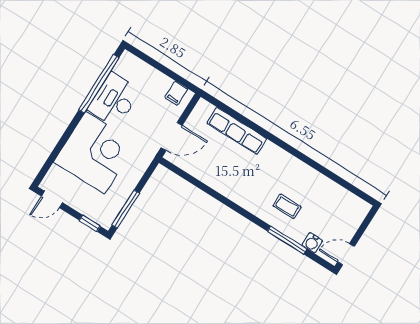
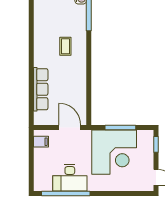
corner desk: (95, 153) -> (114, 152), moved, turned 180
coffee table: (287, 206) -> (65, 46), moved
window: (126, 209) -> (120, 128), moved

